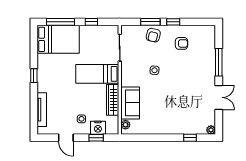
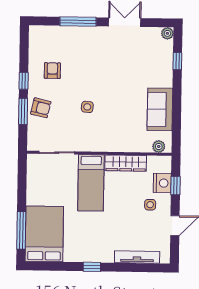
window: (91, 22) -> (22, 189), removed
sofa: (130, 103) -> (160, 109), moved, turned -90

